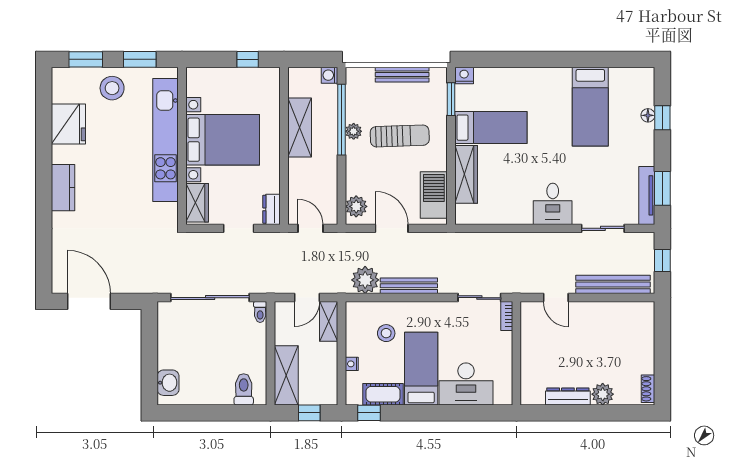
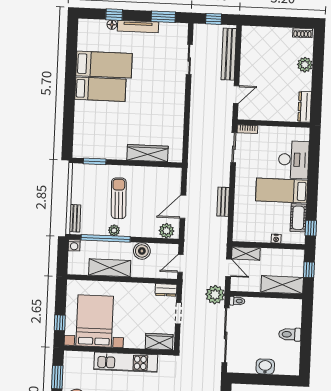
window: (248, 59) -> (60, 323), moved
bench: (402, 75) -> (75, 218), moved, width x0.73
nightstand: (464, 75) -> (78, 152), removed
bed: (491, 128) -> (100, 89), moved, turned 90
kitchen unit: (166, 140) -> (126, 362), width x0.73
bed with nightstands: (223, 140) -> (95, 321), moved
boiler: (326, 172) -> (142, 251), added
barbecue: (434, 195) -> (161, 176), removed
tv unit: (647, 195) -> (138, 27), moved
desk: (553, 204) -> (171, 94), removed
plant: (365, 280) -> (215, 295), moved
bench: (409, 286) -> (223, 202), width x0.73
stool: (386, 333) -> (256, 214), removed
washbasin: (168, 383) -> (265, 367), moved
toilet: (244, 389) -> (290, 334), moved
dresser: (568, 396) -> (305, 107), moved

